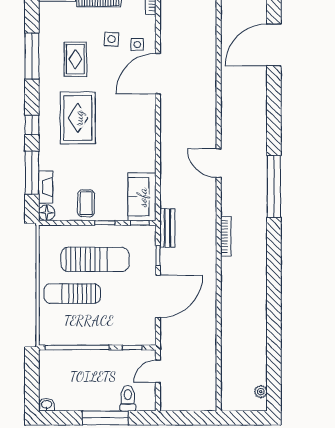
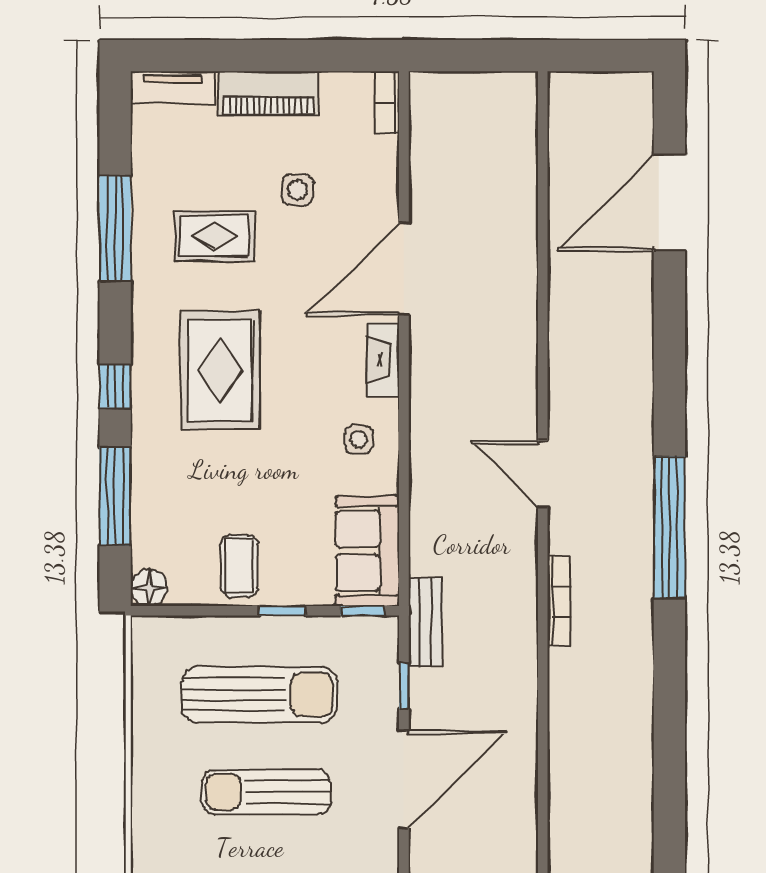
side table: (137, 45) -> (359, 439), moved
rug: (75, 59) -> (215, 236), turned 90
fireplace: (46, 187) -> (383, 360), moved, turned 180
bookcase: (226, 236) -> (559, 601), moved
sun lounger: (72, 294) -> (266, 792), moved

